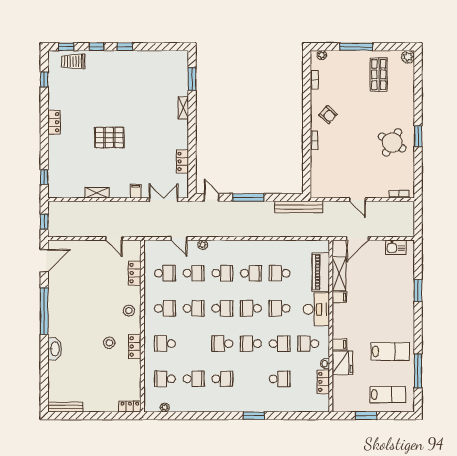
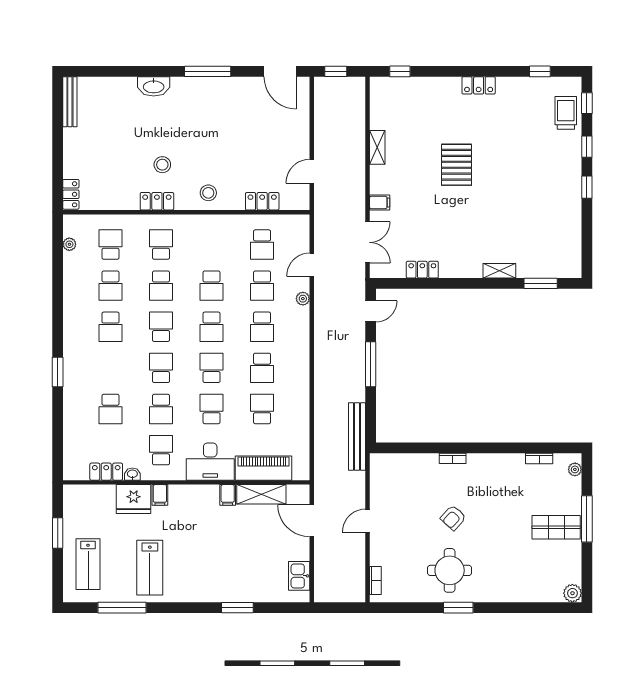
shop shelf: (379, 75) -> (556, 527), moved
armchair: (328, 115) -> (453, 518), moved
round table: (392, 142) -> (450, 570), turned -30
school desk: (165, 308) -> (161, 286), moved
window: (44, 311) -> (208, 71), width x0.68

